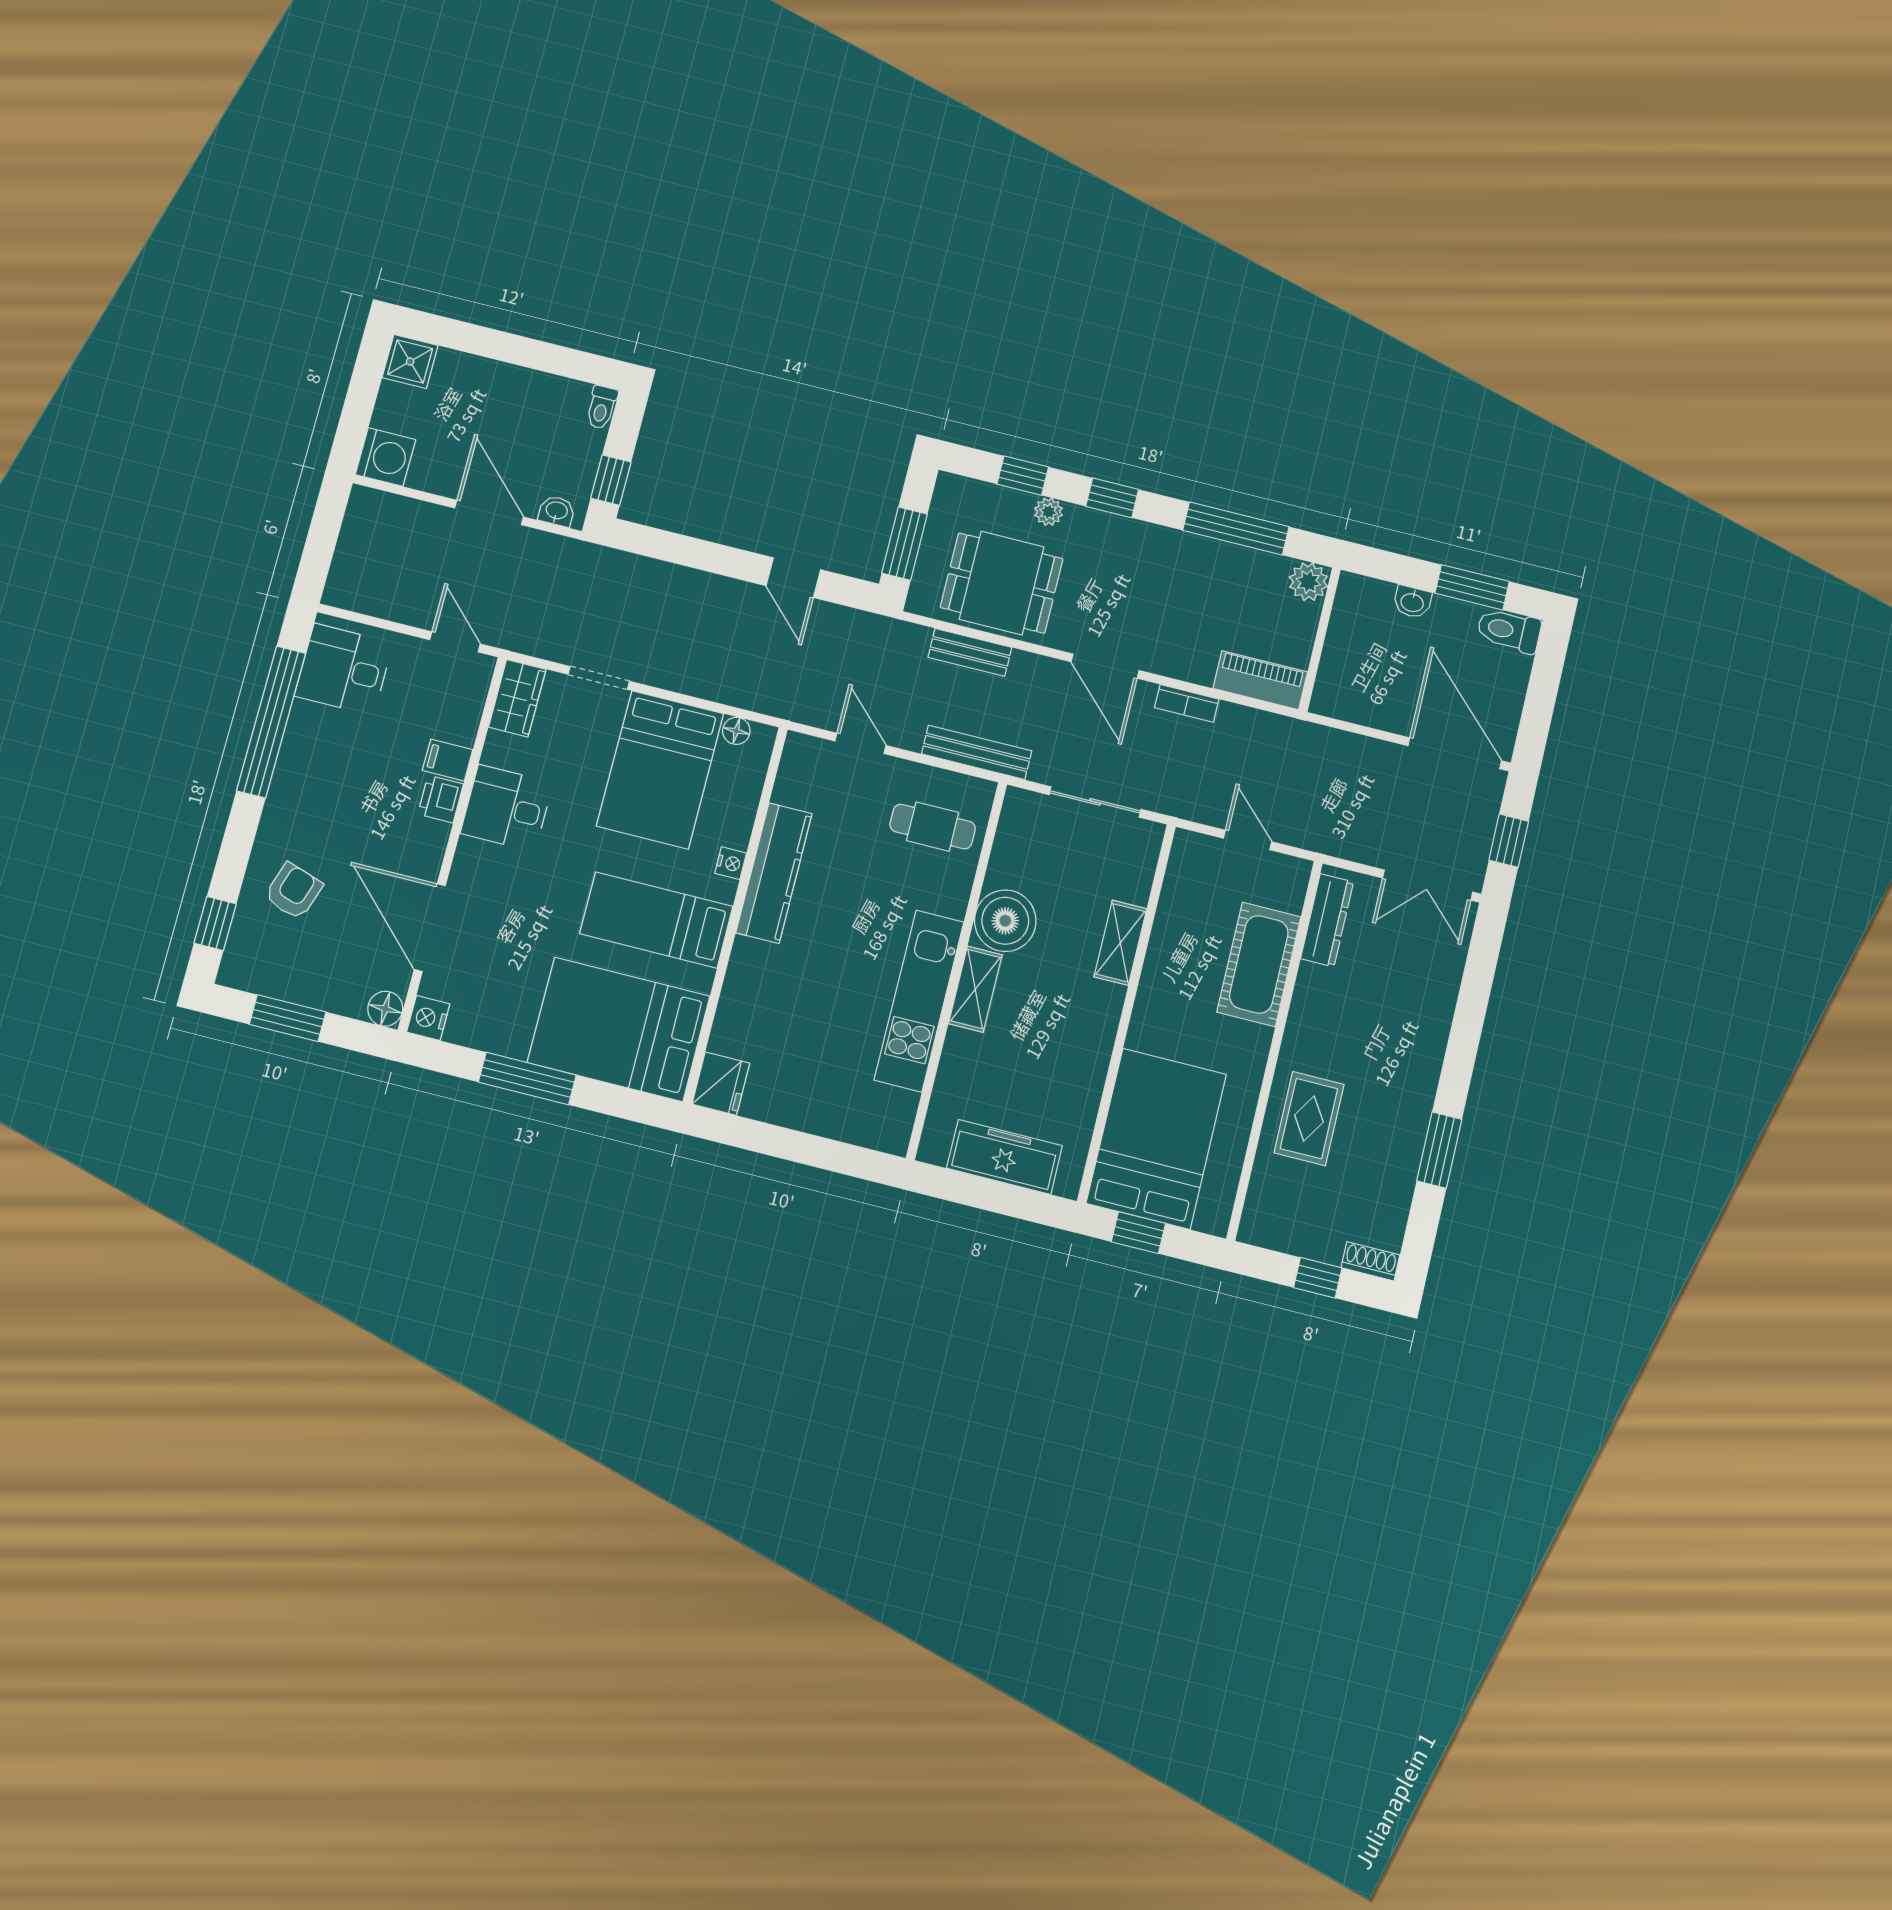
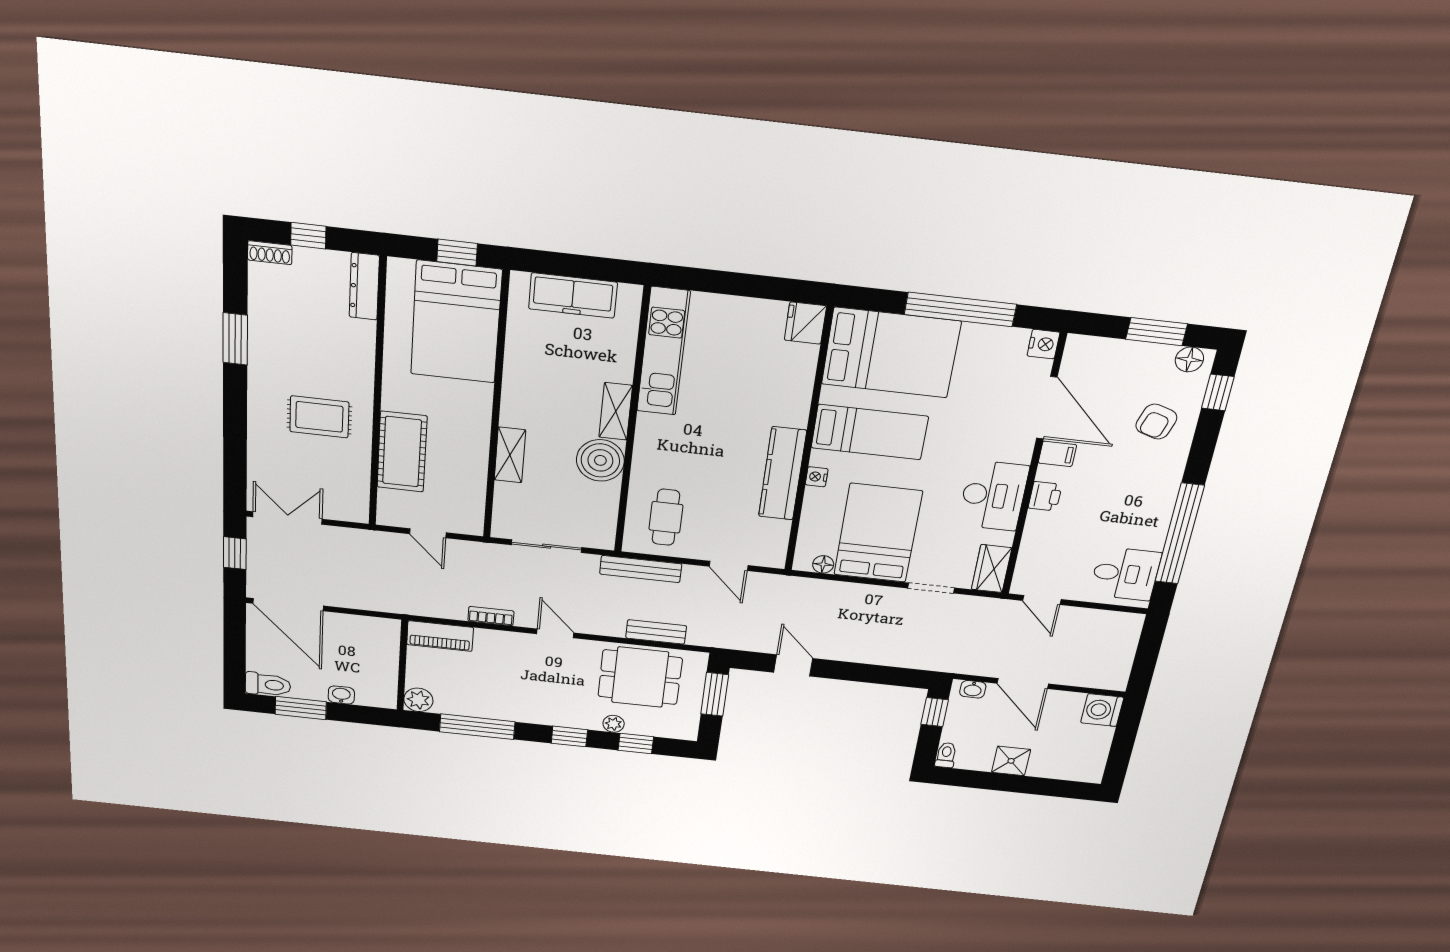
shower: (410, 361) -> (1011, 761), moved
door: (1105, 666) -> (555, 633), width x0.73
filing cabinet: (448, 760) -> (1057, 454), moved
desk: (507, 808) -> (993, 496), width x1.37
cafe table: (933, 827) -> (666, 517), turned 90
dresser: (1327, 920) -> (364, 286), moved
kitchen unit: (919, 1001) -> (663, 351), moved
floor lamp: (385, 1009) -> (1189, 359), moved
window: (527, 1079) -> (960, 309), width x1.46
rug: (1309, 1119) -> (319, 417), moved, turned 90

